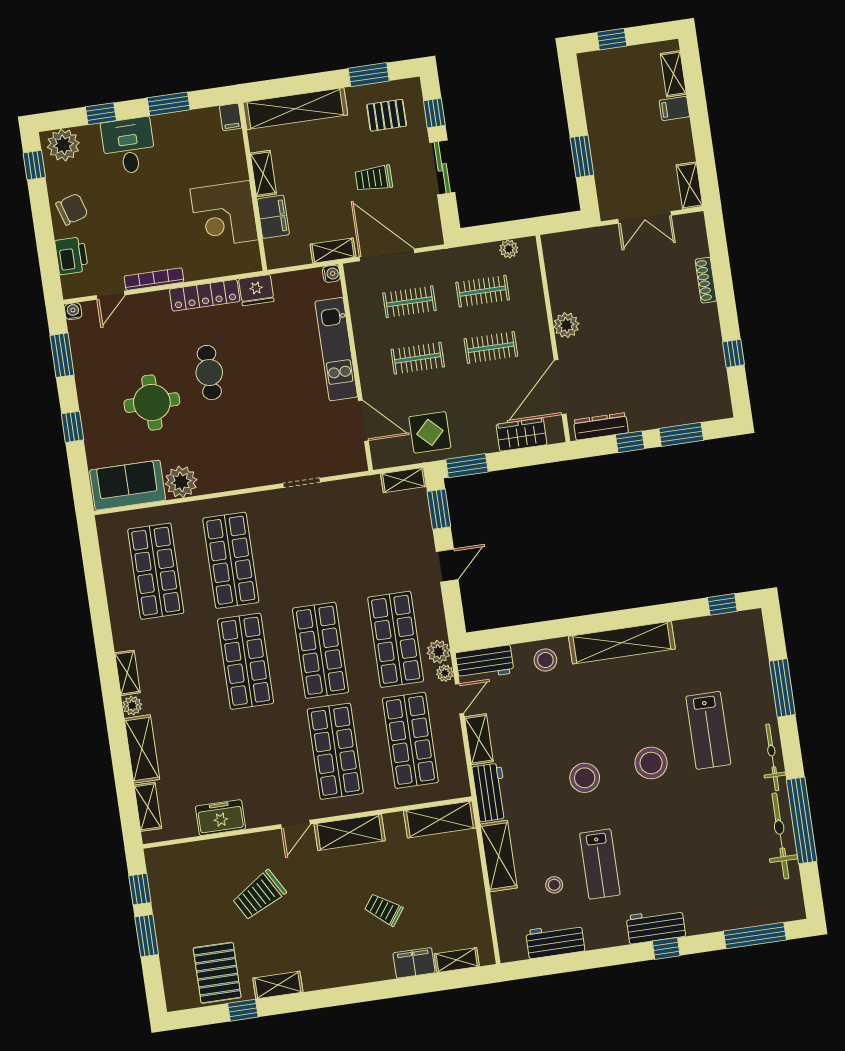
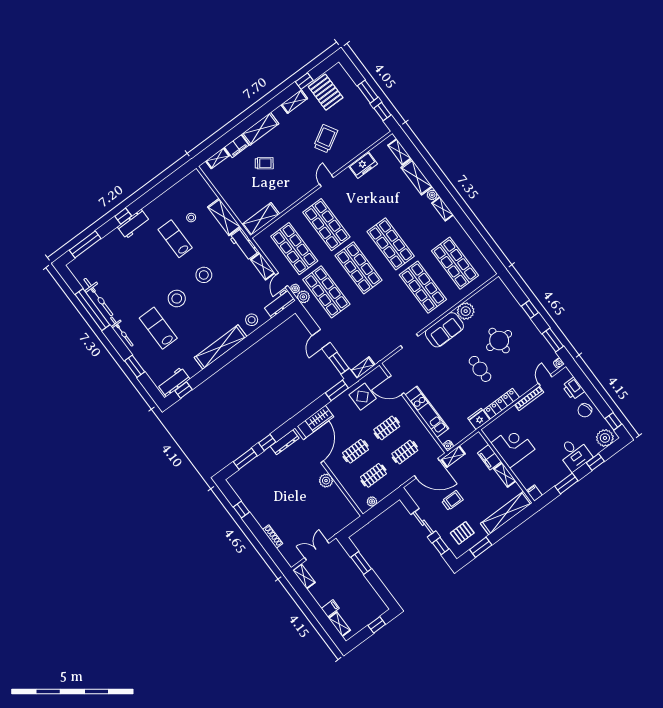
sofa: (128, 485) -> (444, 330), moved
window: (782, 688) -> (135, 366), width x0.69
shelving: (350, 832) -> (260, 129), moved
workbench: (555, 941) -> (174, 382), moved, turned 180

